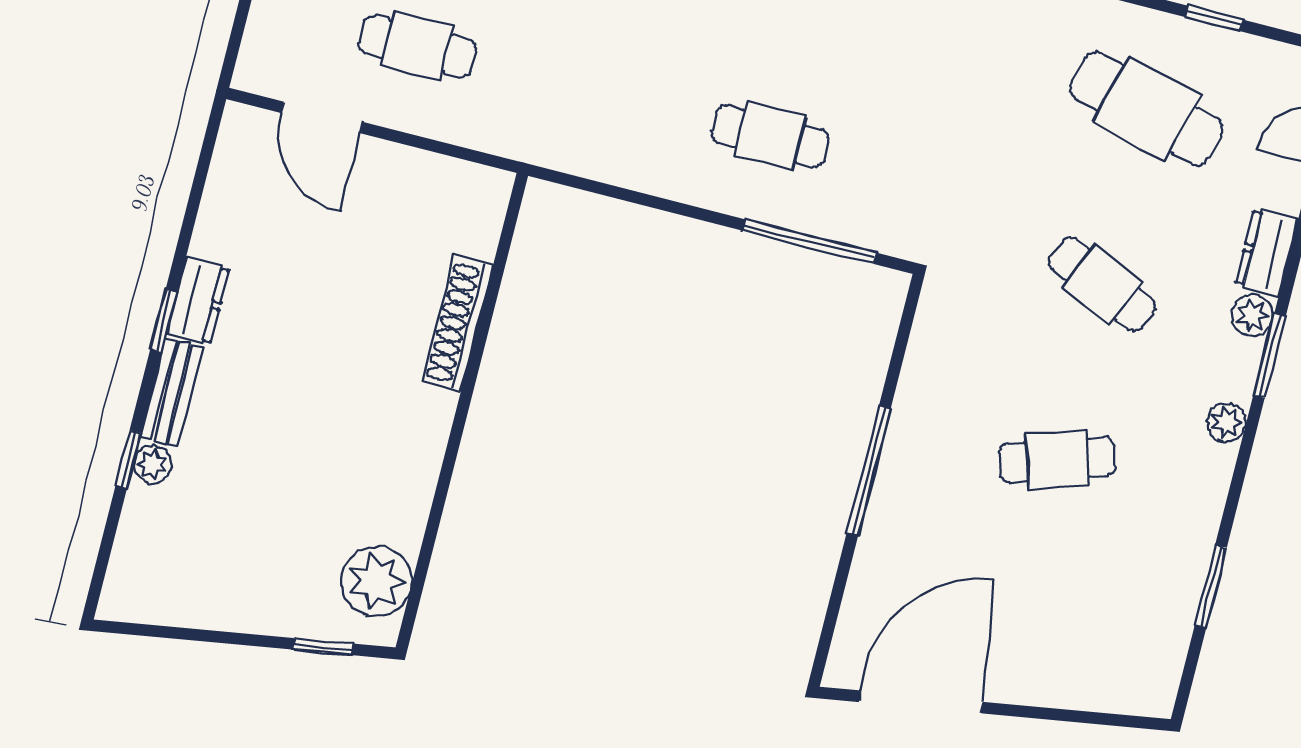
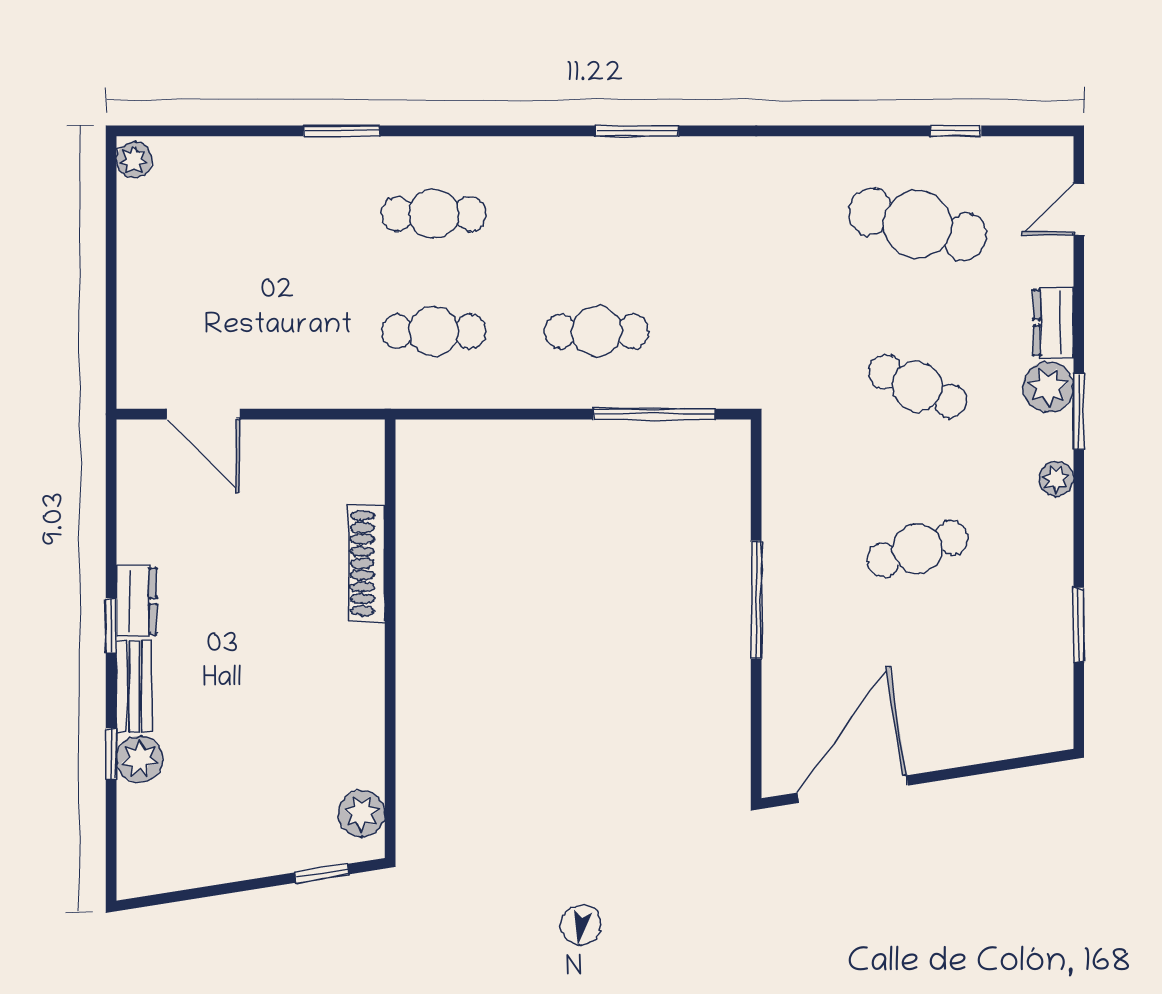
cafe table: (417, 46) -> (434, 331), moved
plant: (1252, 315) -> (1048, 387), width x1.38, depth x1.38
plant: (153, 464) -> (140, 759), width x1.38, depth x1.38
plant: (376, 581) -> (362, 813), width x0.73, depth x0.73

